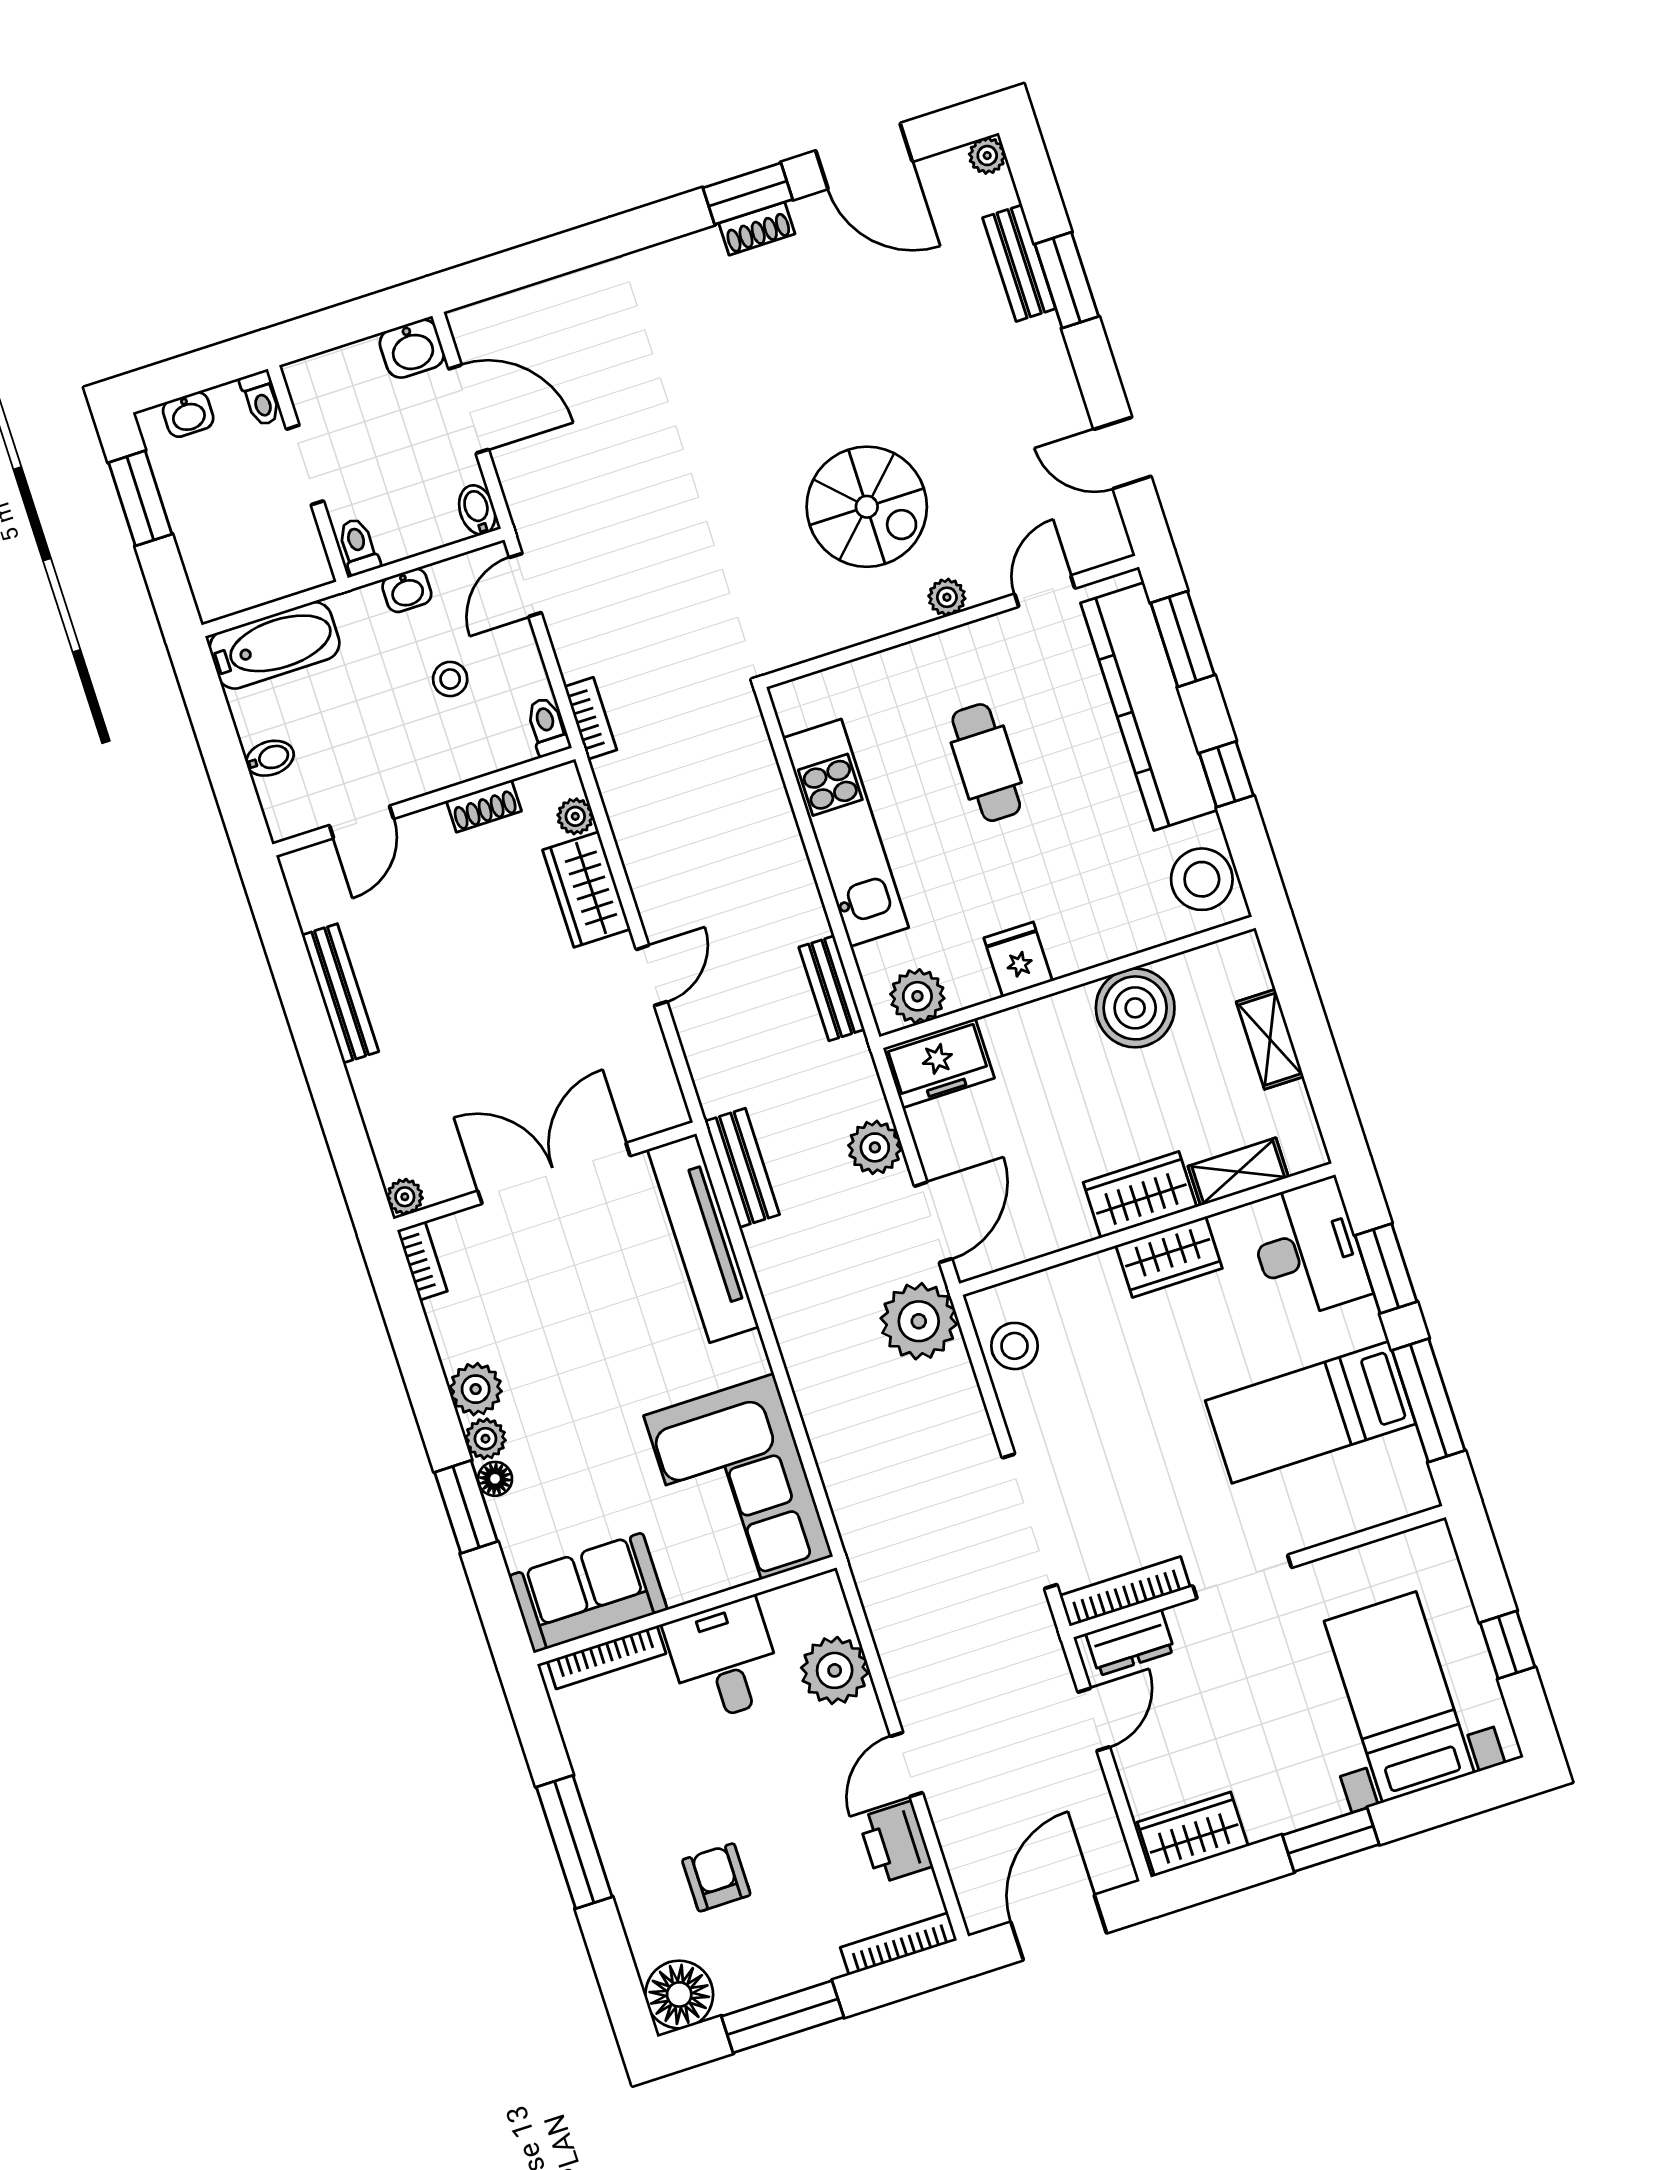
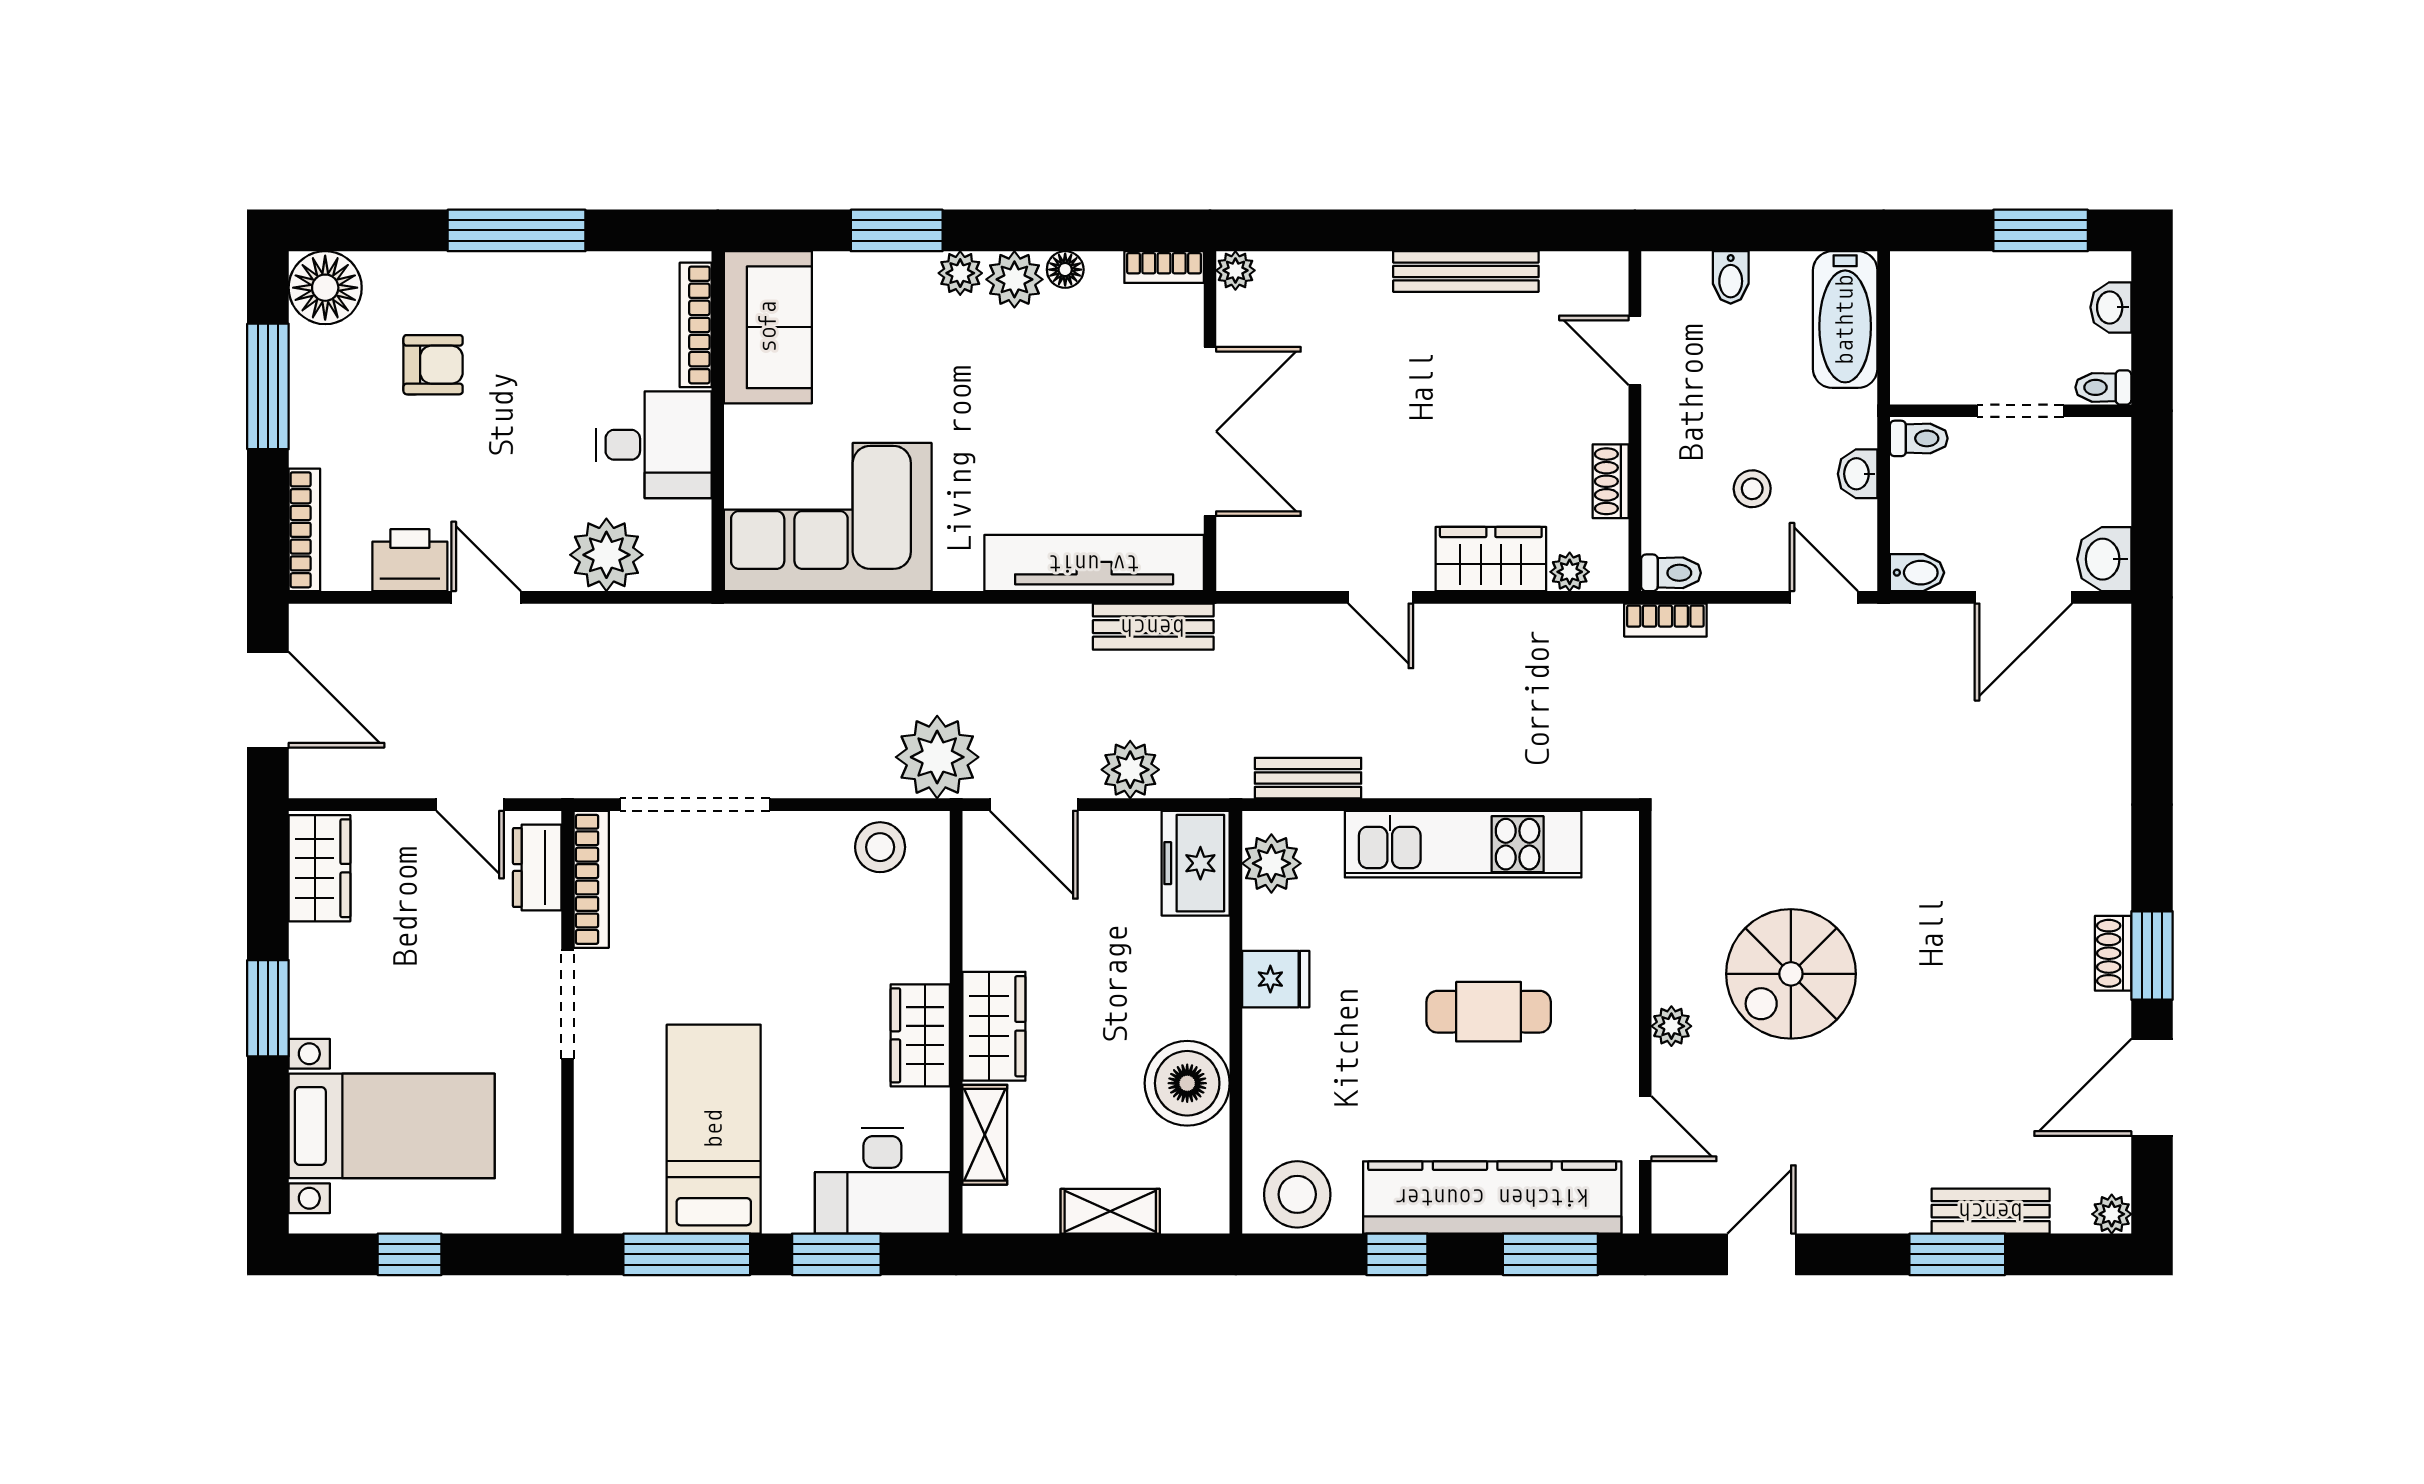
floor lamp: (495, 1479) -> (1065, 270), moved

